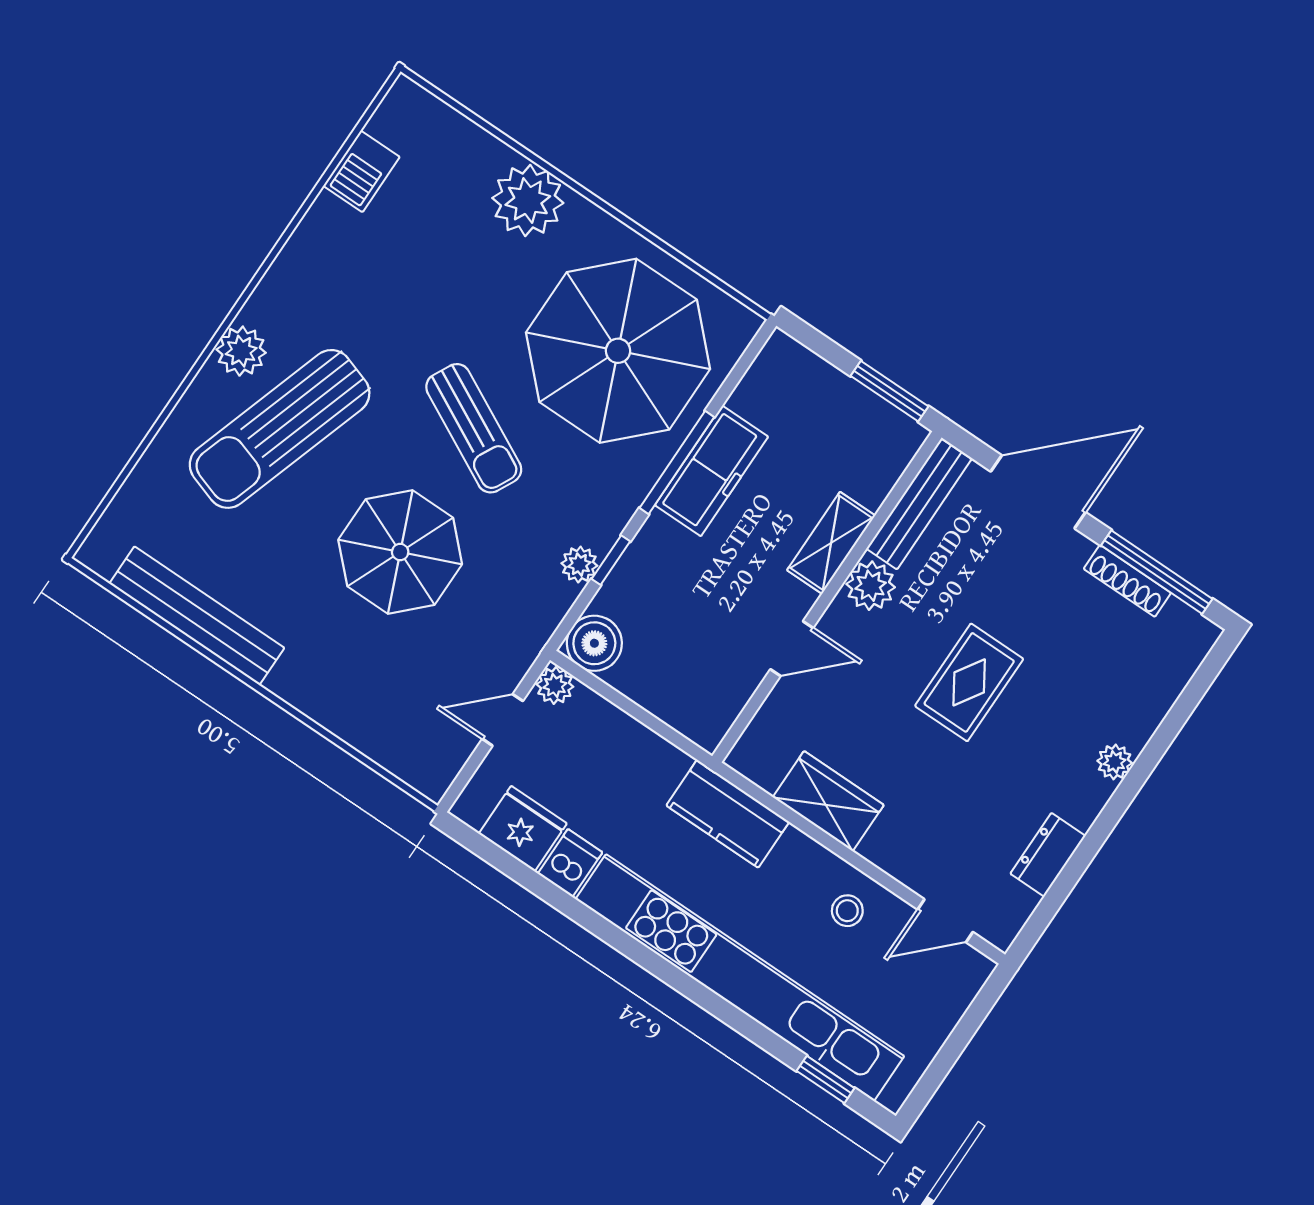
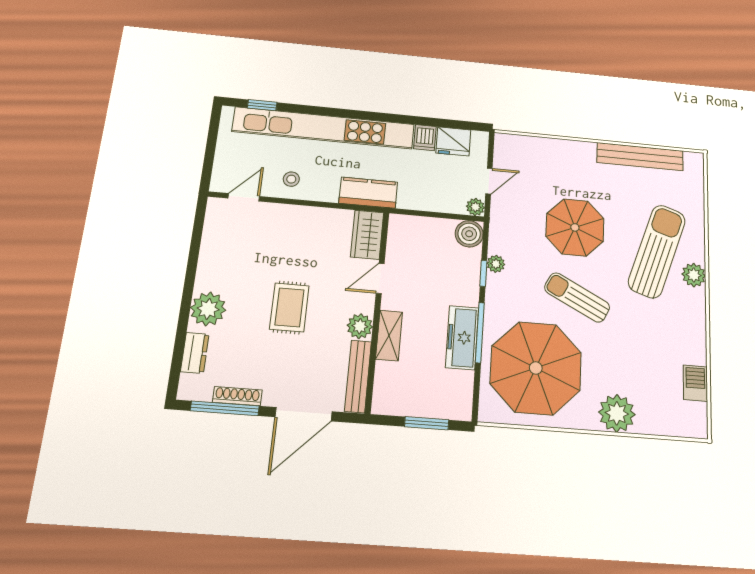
window: (889, 391) -> (427, 423), moved
plant: (1115, 762) -> (208, 309), width x1.88, depth x1.88
wardrobe: (828, 801) -> (367, 235), moved, turned 90
dresser: (1048, 855) -> (195, 353), moved

